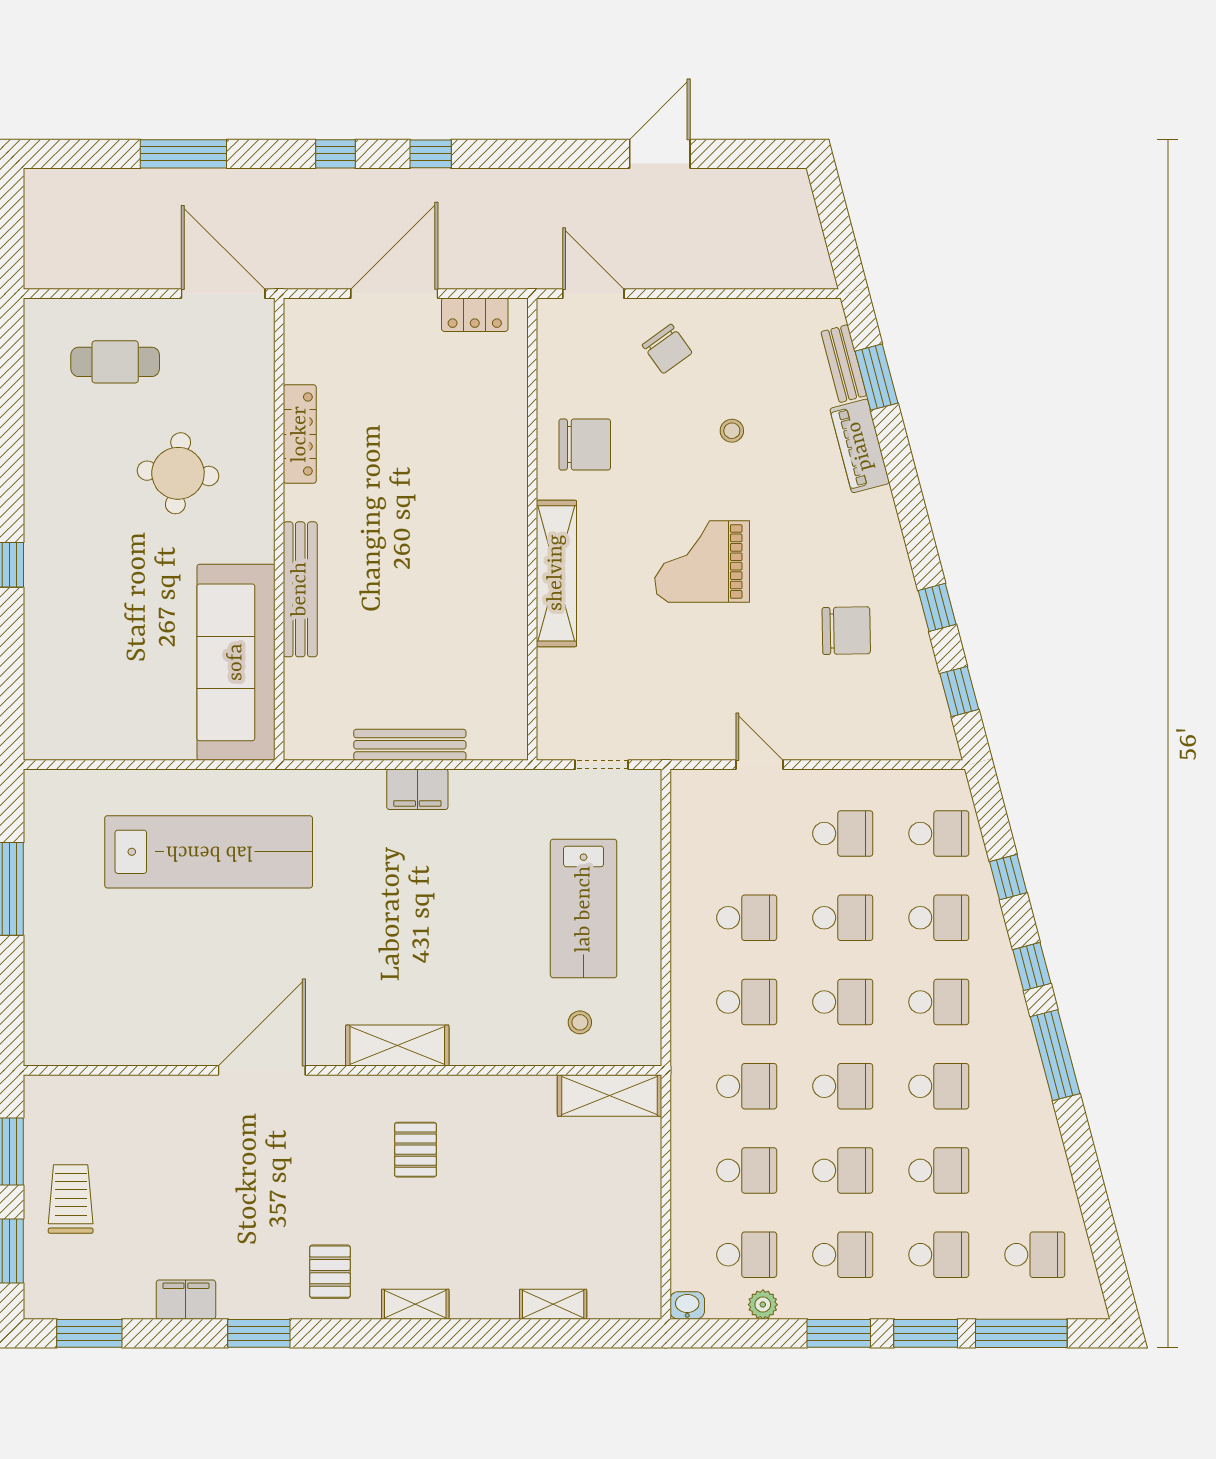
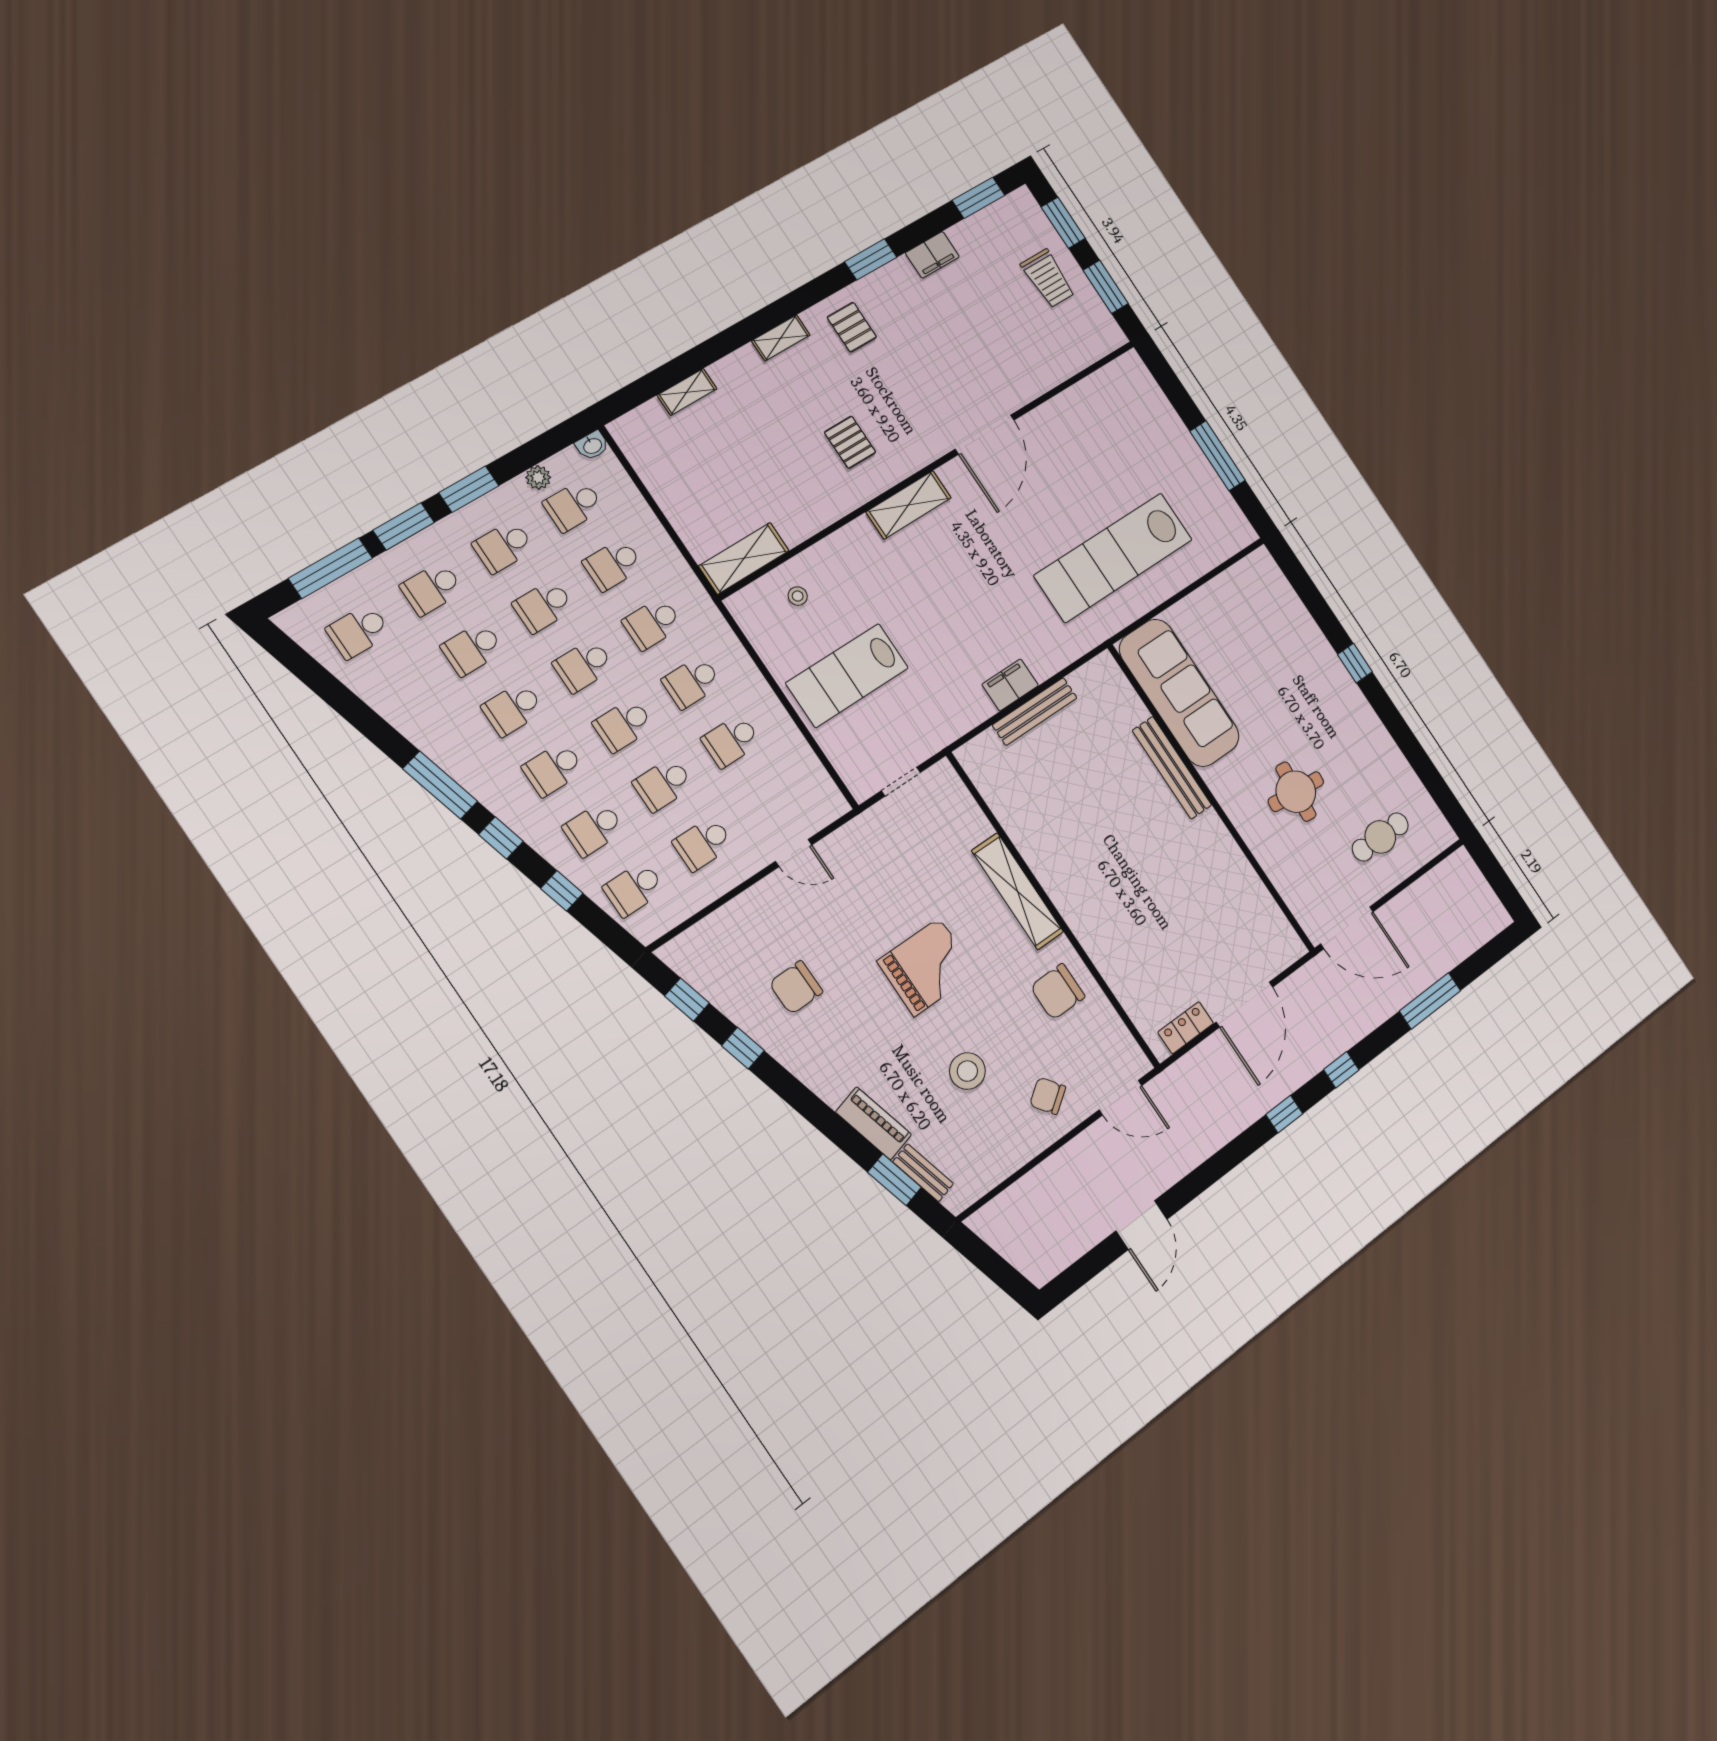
stool: (732, 431) -> (967, 1071), width x1.89, depth x1.89
locker: (300, 434) -> (1240, 870), removed
lab bench: (584, 909) -> (847, 675), turned -90

